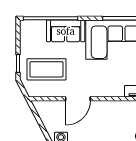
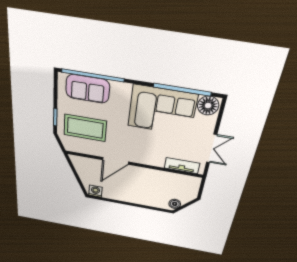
sofa: (66, 31) -> (88, 89), moved

